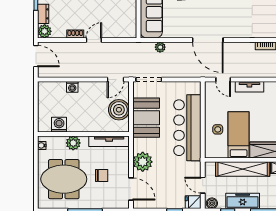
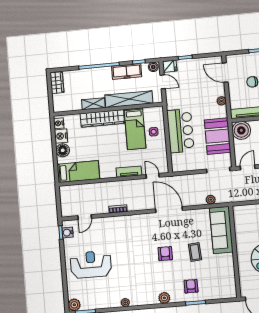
boiler: (119, 110) -> (241, 130), moved
bar counter: (187, 128) -> (180, 131), width x0.73
plant: (143, 162) -> (221, 101), width x0.53, depth x0.53

